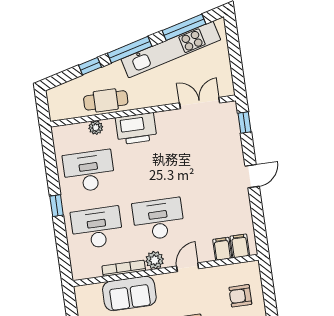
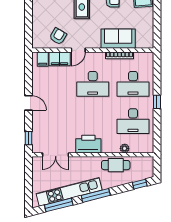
window: (90, 66) -> (140, 184), moved
printer: (136, 129) -> (88, 144), moved
door: (252, 176) -> (28, 103), swing flipped
filing cabinet: (222, 249) -> (60, 59), width x2.00
plant: (155, 260) -> (99, 58), removed
armchair: (240, 296) -> (58, 36), moved, turned -60

